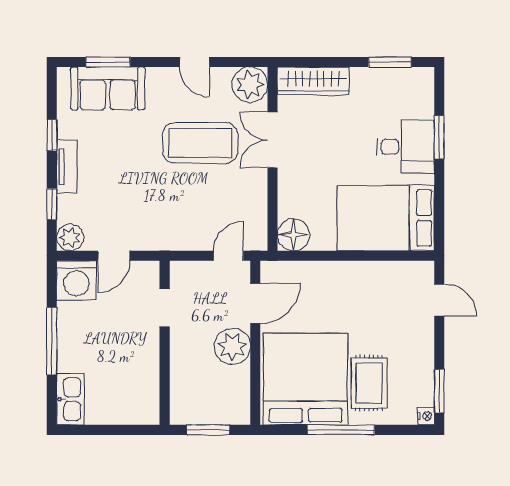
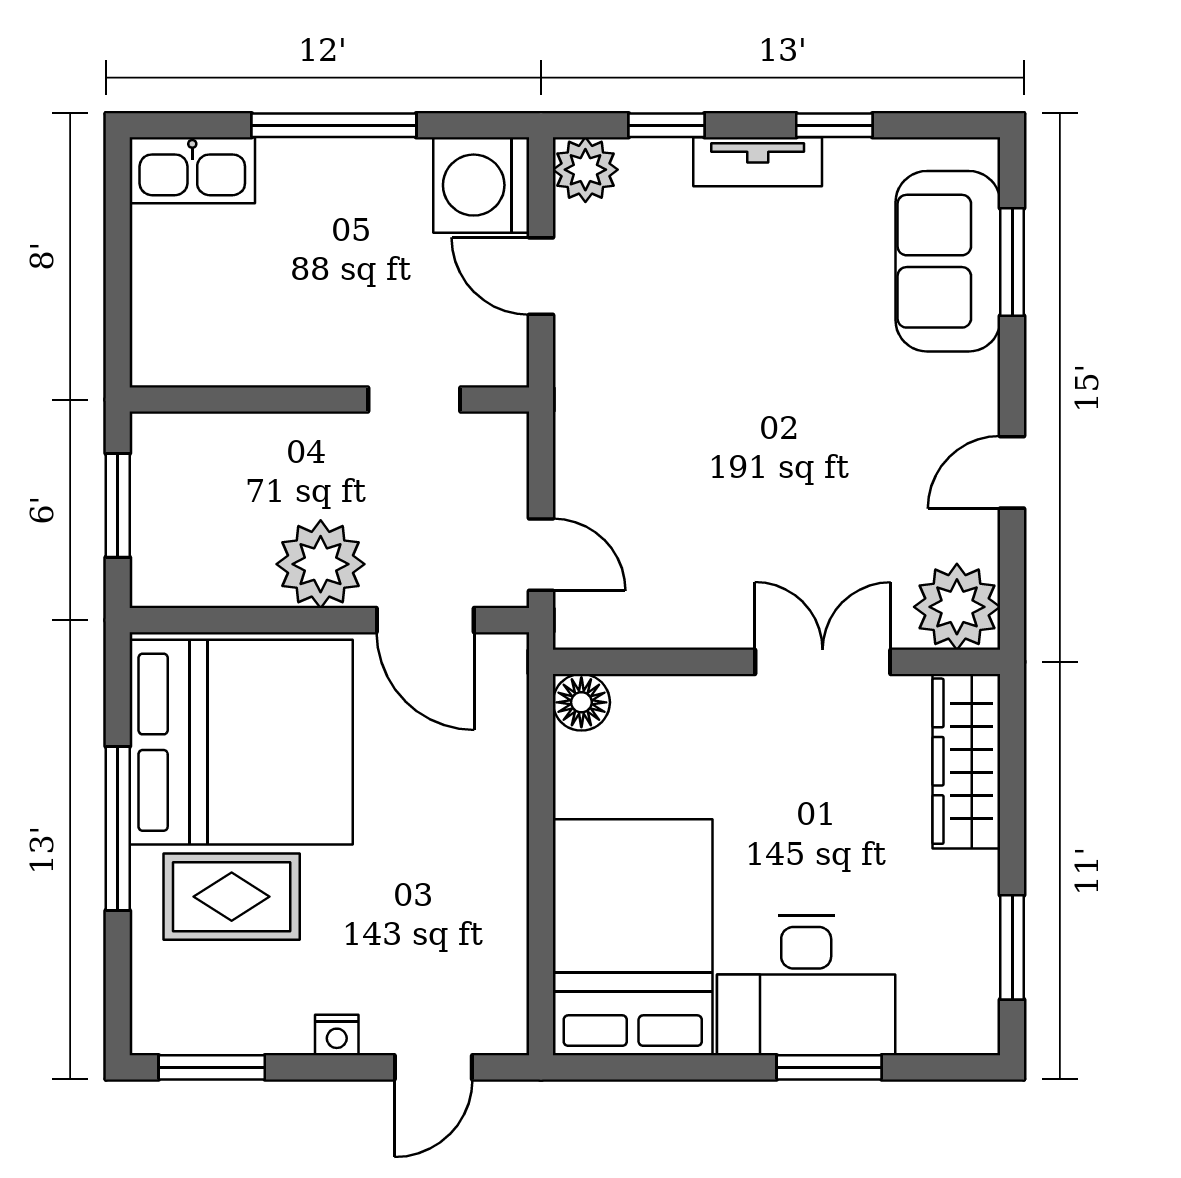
coffee table: (200, 143) -> (815, 486), removed
desk: (406, 147) -> (806, 985), width x1.37
floor lamp: (293, 235) -> (581, 702), width x0.73, depth x0.73
nightstand: (426, 416) -> (337, 1035), moved

